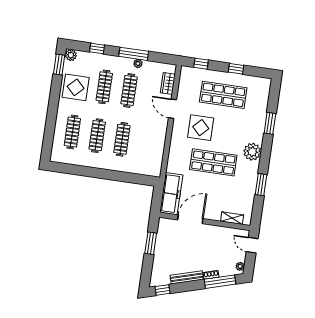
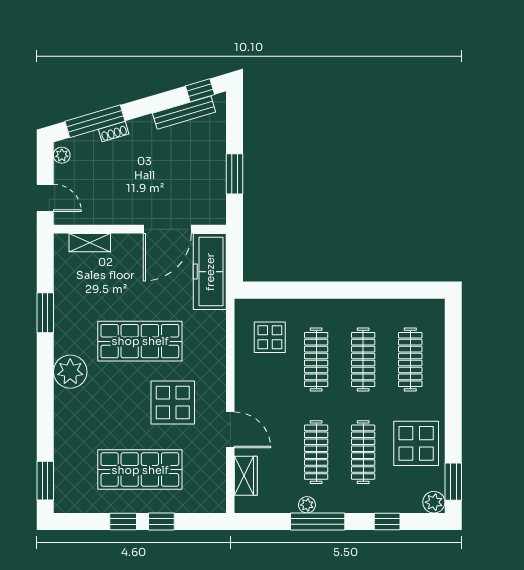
window: (201, 64) -> (161, 522), moved
window: (270, 123) -> (45, 481), moved
display table: (145, 154) -> (270, 337), added
bench: (187, 277) -> (184, 113), moved

